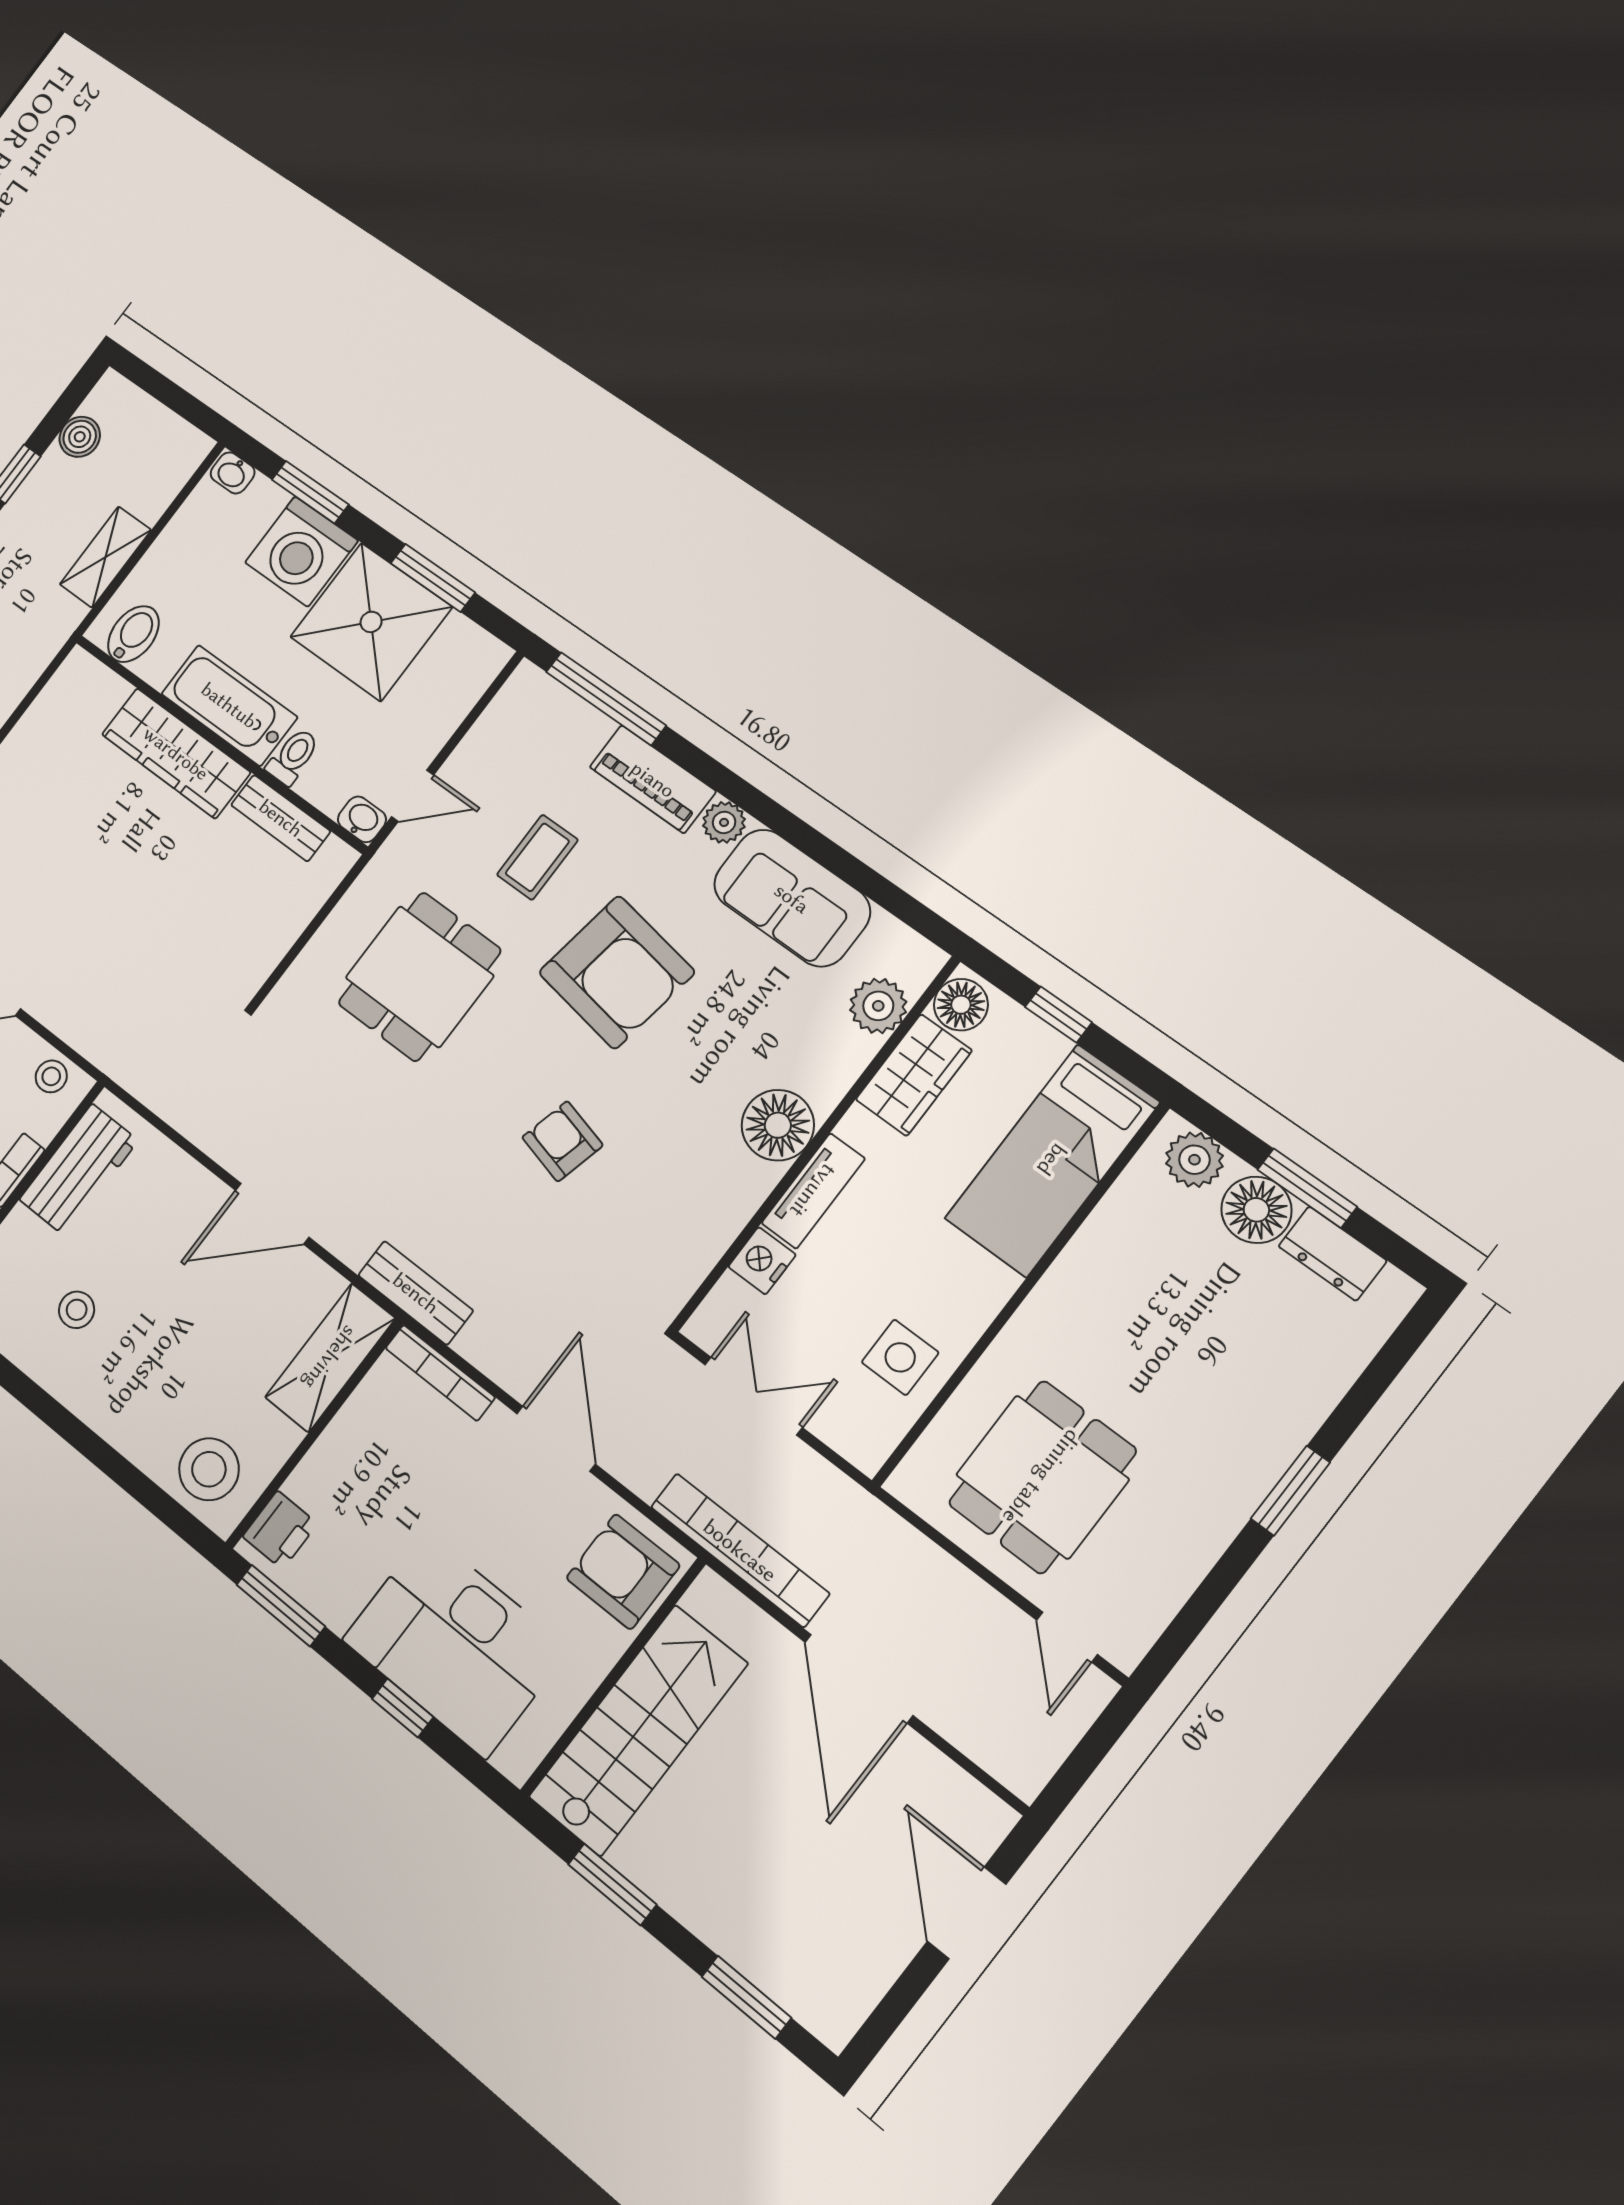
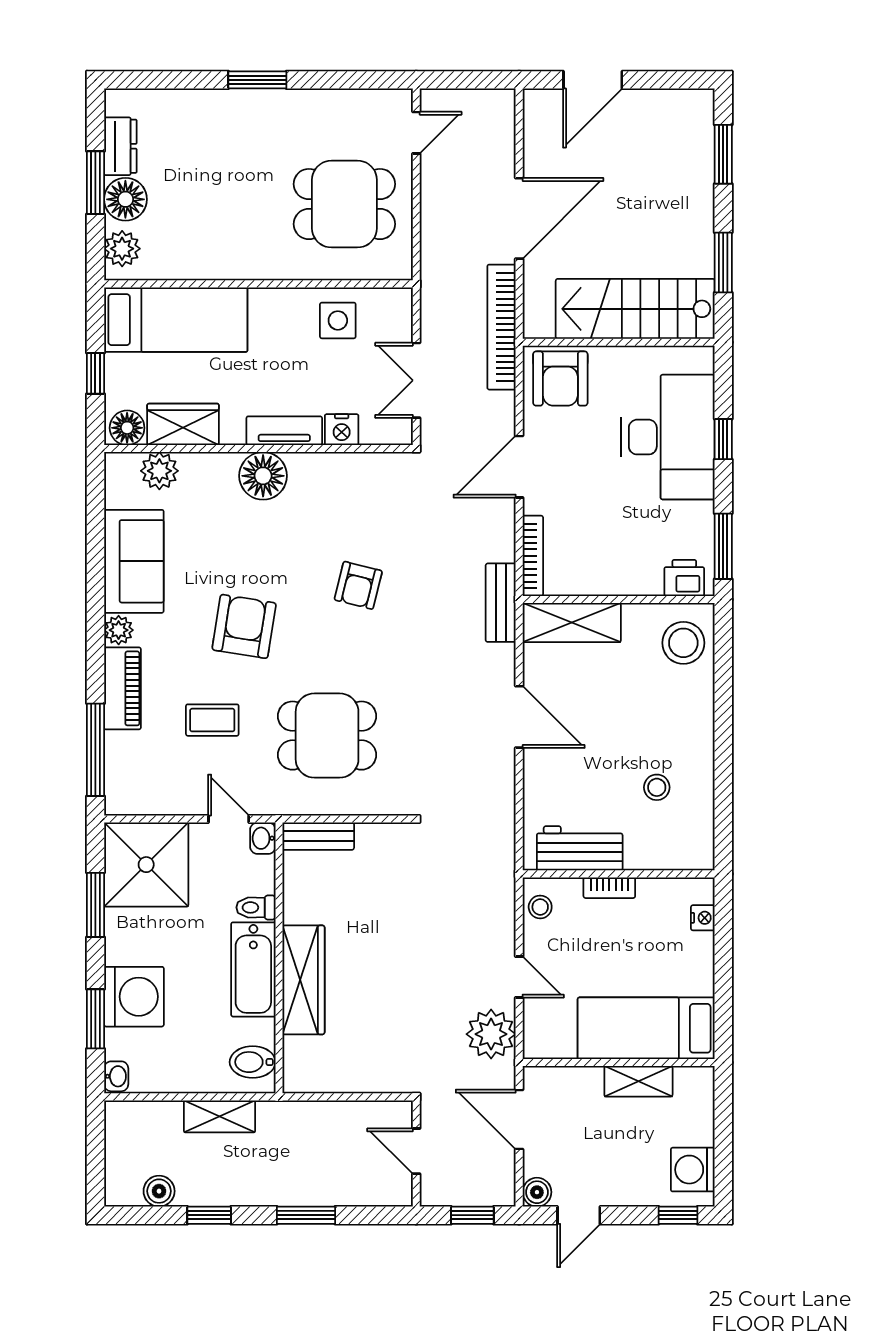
shower: (371, 622) -> (146, 865), moved
bench: (281, 818) -> (318, 836), moved, turned 90
armchair: (617, 972) -> (244, 626), width x0.73, depth x0.73

